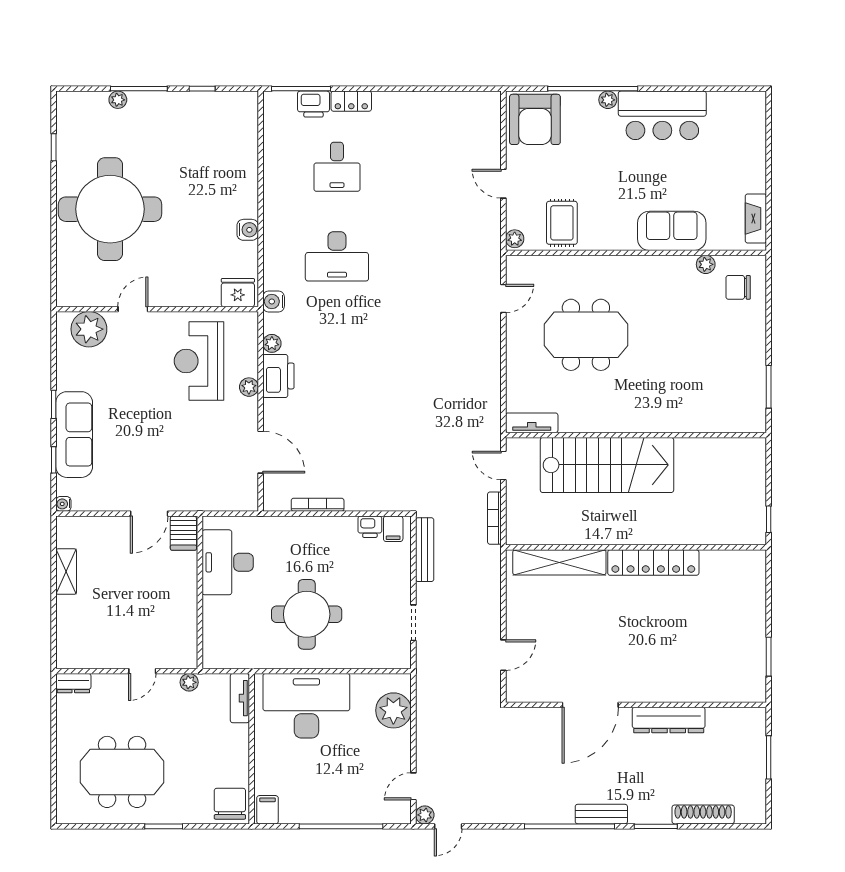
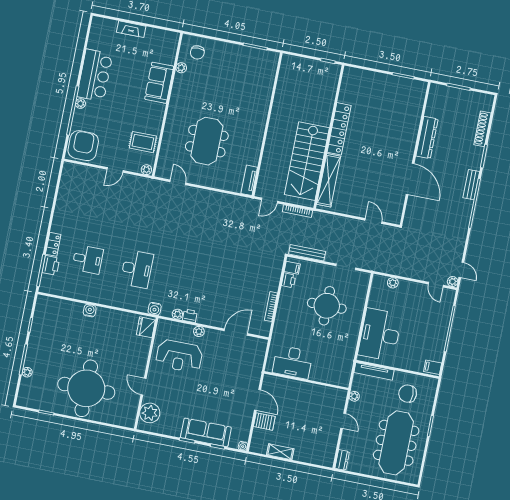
armchair: (535, 119) -> (83, 146), turned -90
fireplace: (756, 218) -> (131, 29), moved
water cooler: (248, 230) -> (90, 311), moved
printer: (278, 376) -> (190, 316), width x0.53, depth x0.68
stairs: (607, 465) -> (307, 161), moved, turned 180
server rack: (183, 533) -> (264, 422), moved
round table: (307, 614) -> (327, 306), moved
tv unit: (240, 698) -> (374, 371), width x1.41
plant: (393, 710) -> (393, 283), width x0.53, depth x0.53
meeting table: (122, 772) -> (396, 443), width x1.36
chair: (230, 804) -> (408, 394), moved

